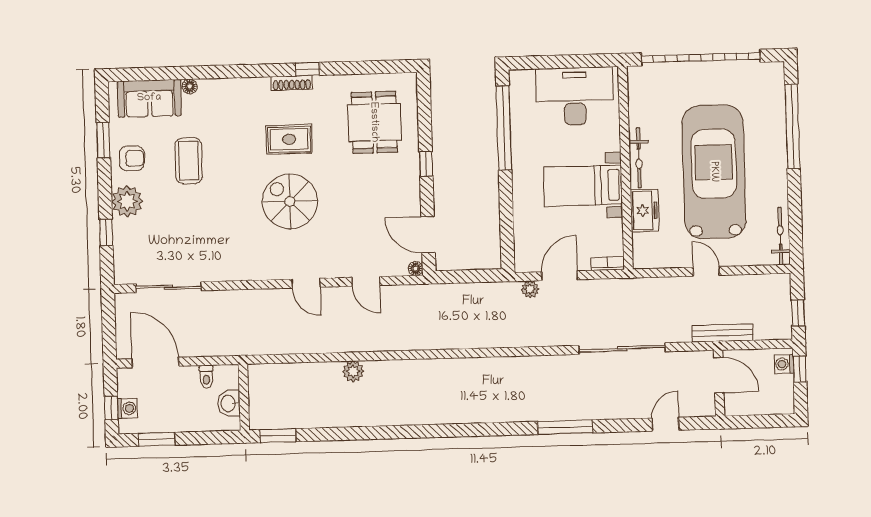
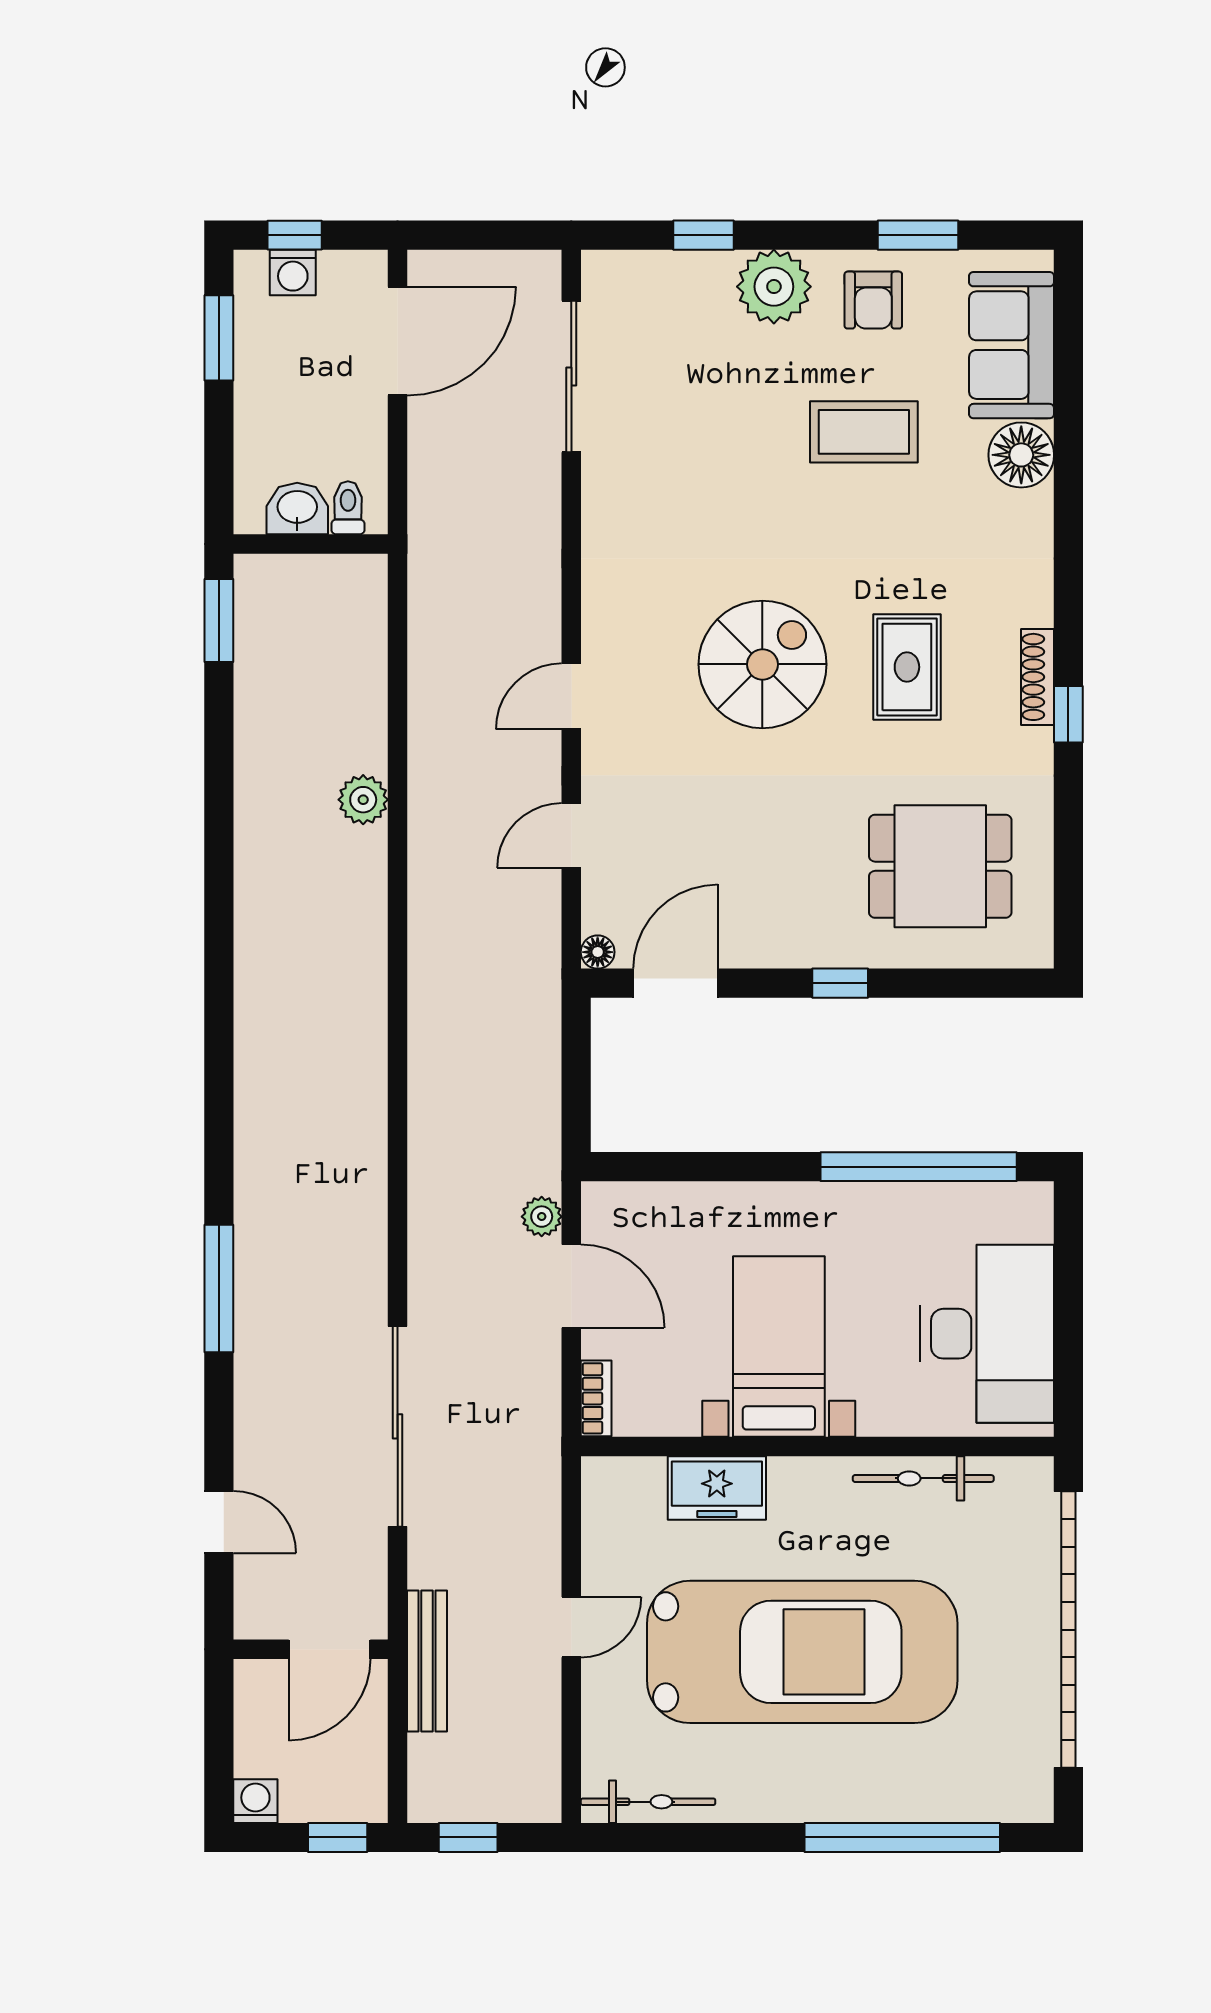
floor lamp: (190, 86) -> (1021, 455), width x1.89, depth x1.89
bicycle: (639, 158) -> (923, 1478), moved
washing machine: (784, 364) -> (255, 1801), moved
toilet: (206, 377) -> (348, 508), moved, turned 90

